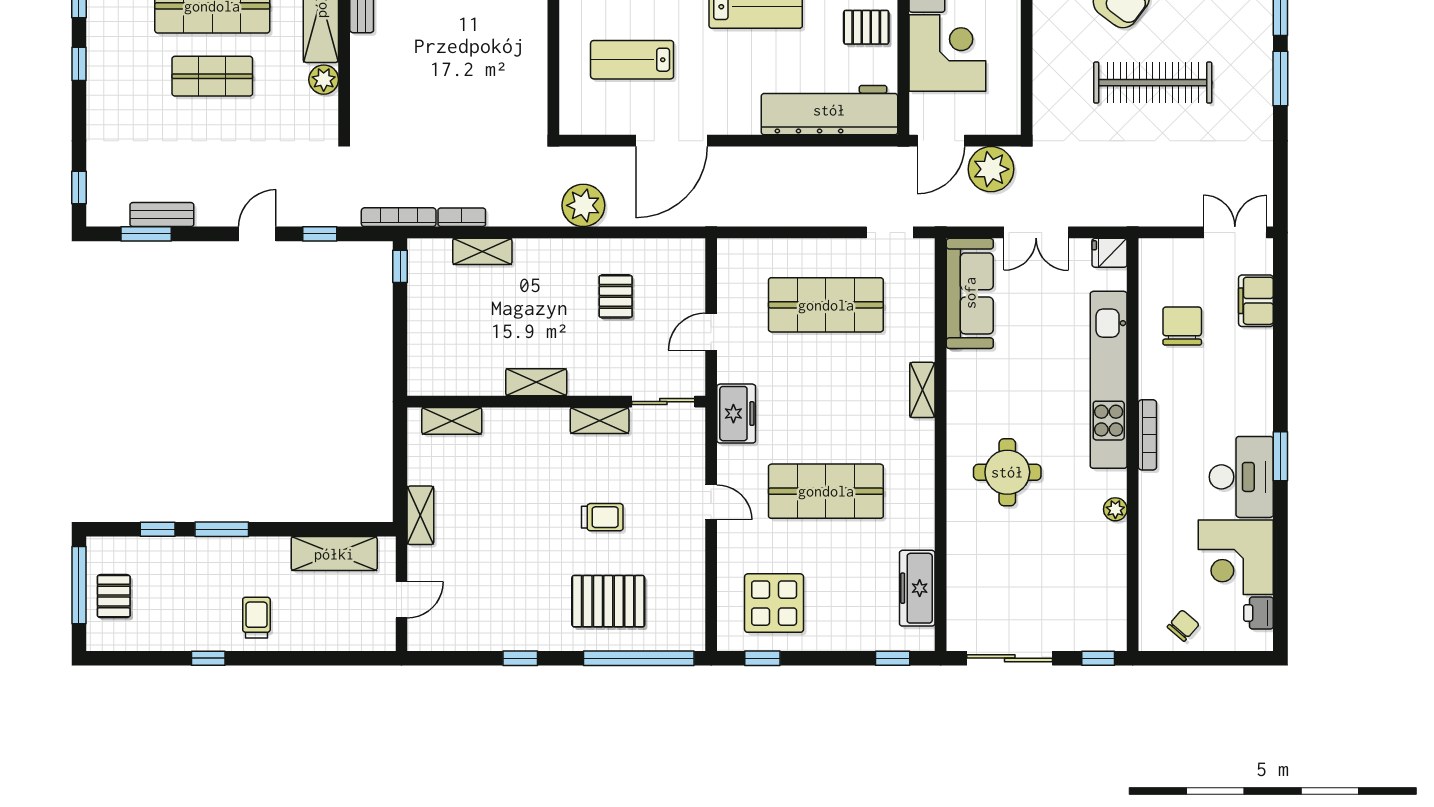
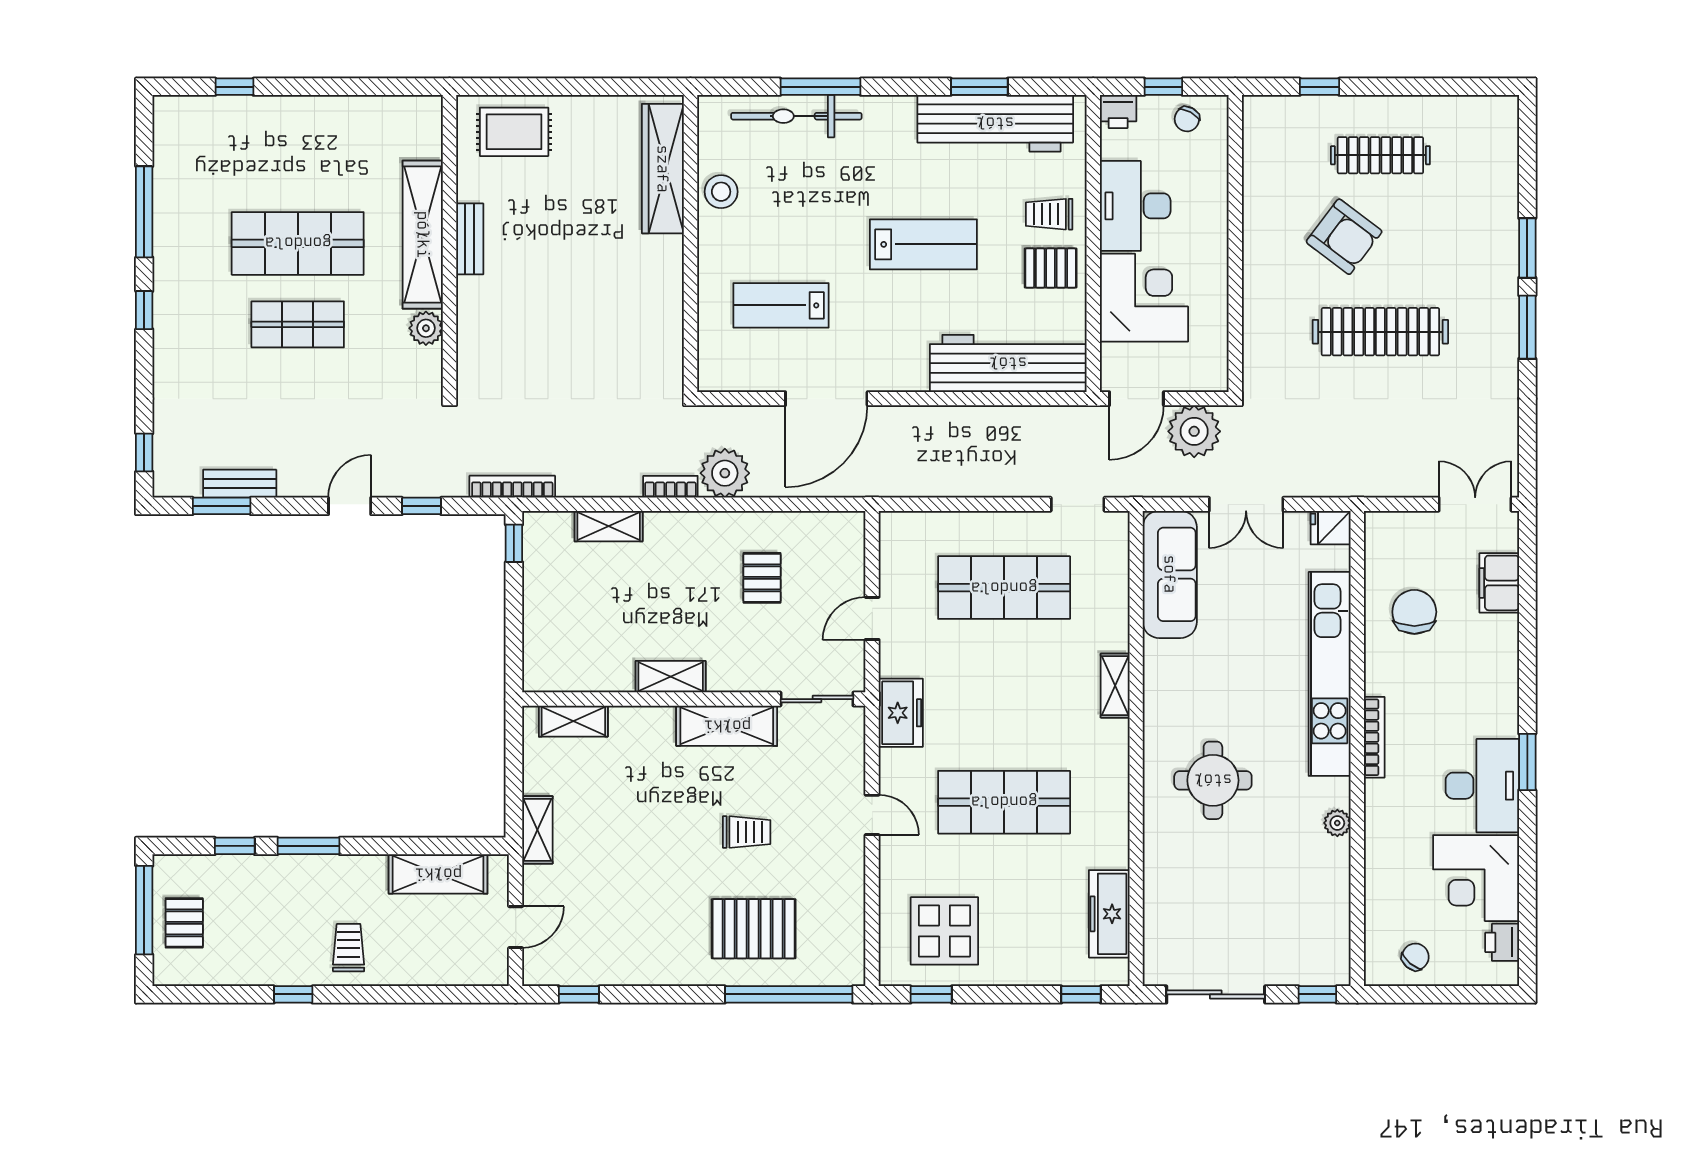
bookcase: (462, 217) -> (670, 487), moved
shelving: (600, 420) -> (727, 726), width x1.50, depth x1.33
window: (520, 658) -> (579, 994), moved

